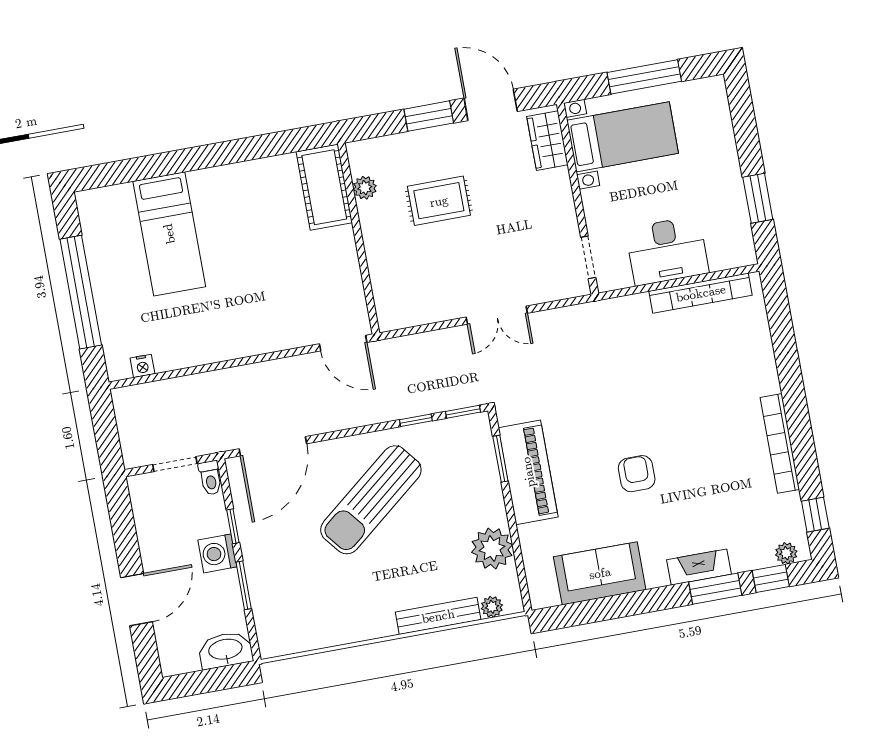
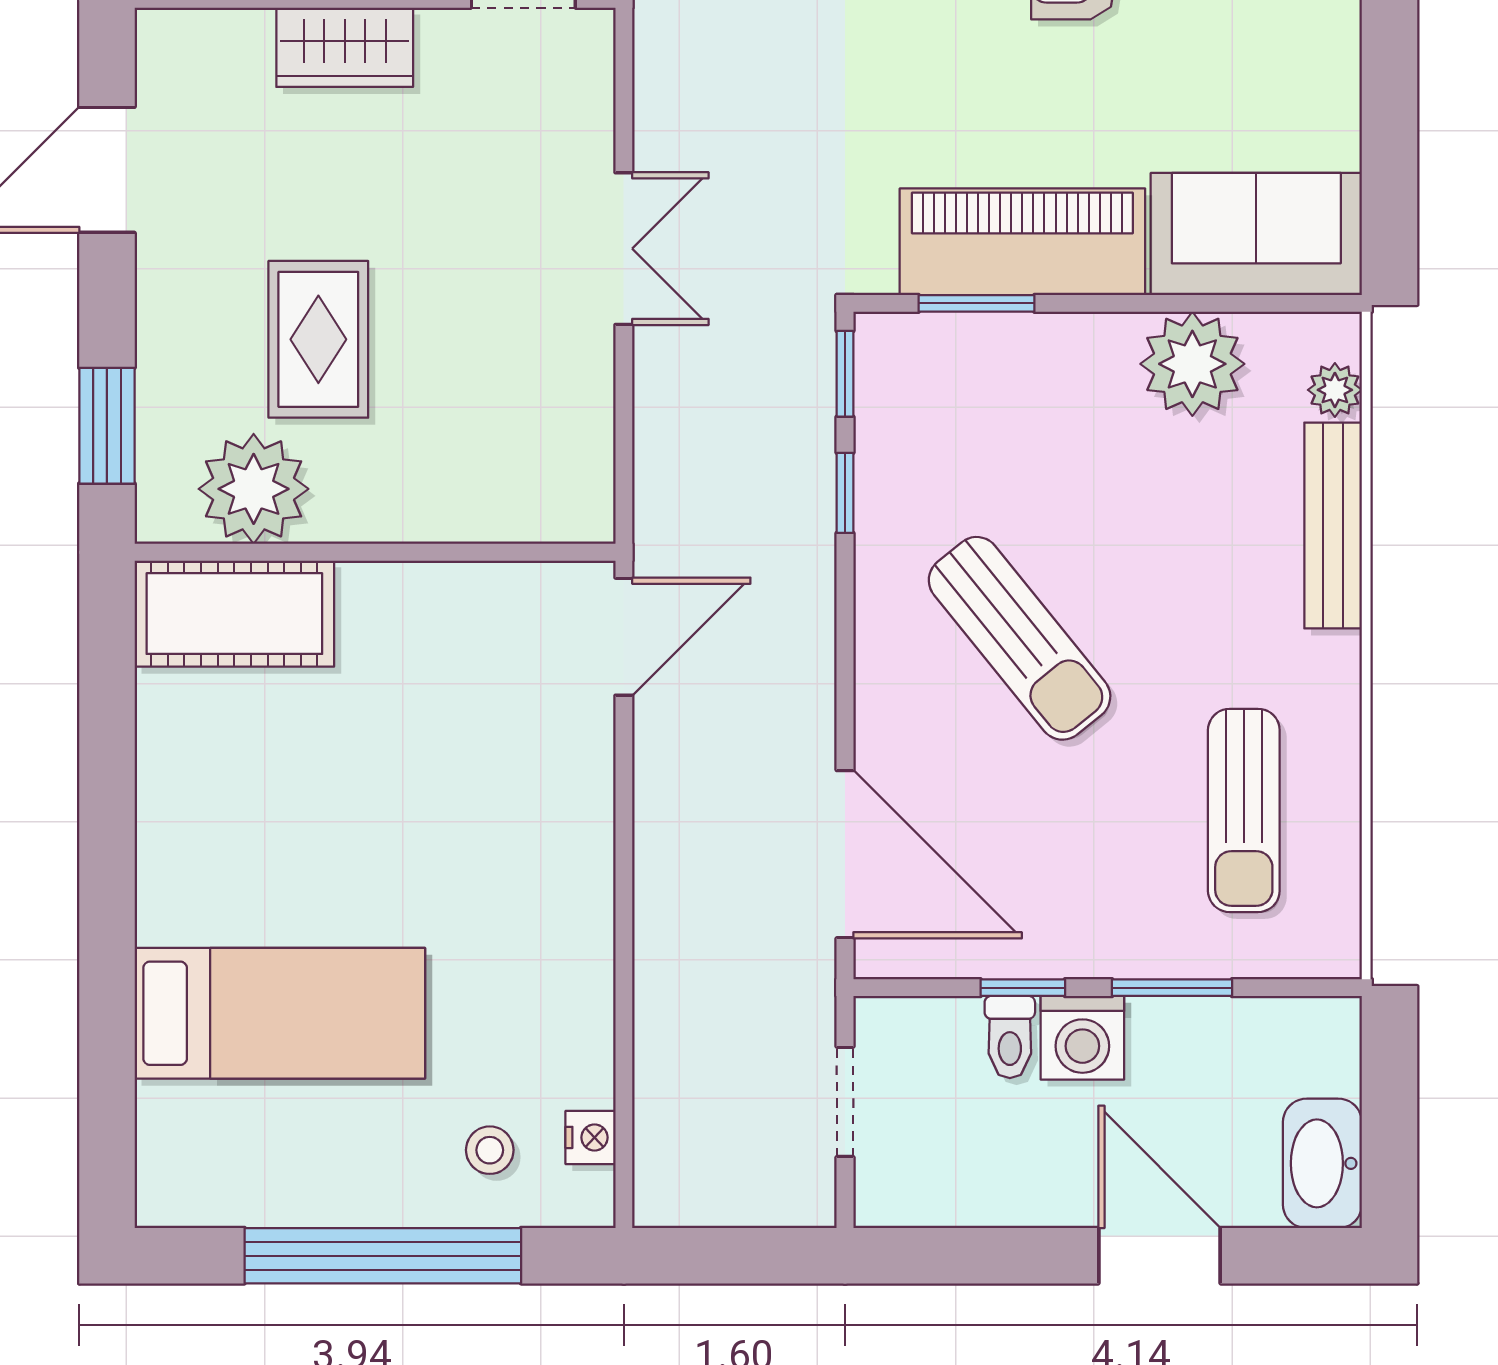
window: (429, 116) -> (107, 426), moved
wardrobe: (547, 141) -> (345, 47), moved
plant: (365, 188) -> (254, 489), width x1.87, depth x1.87
stool: (130, 327) -> (490, 1150), added
toilet: (210, 478) -> (1010, 1037), moved, turned 90
sun lounger: (371, 500) -> (1020, 638), width x0.73, depth x0.75
sofa: (600, 573) -> (1256, 234), moved, turned 90
sun lounger: (319, 601) -> (1244, 810), added
washbasin: (226, 650) -> (1322, 1163), moved

